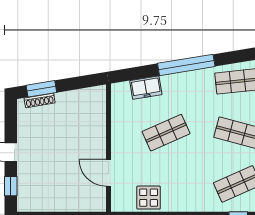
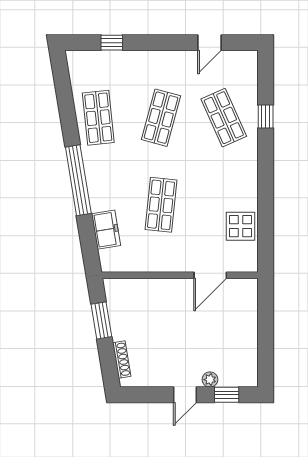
window: (41, 89) -> (101, 320), moved
shop shelf: (166, 133) -> (161, 205), turned 30
plant: (23, 173) -> (210, 380), added

